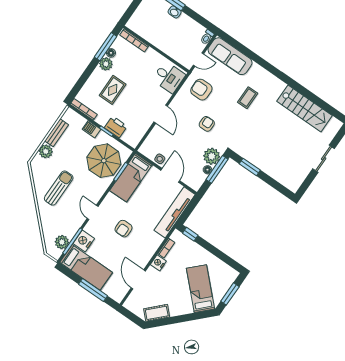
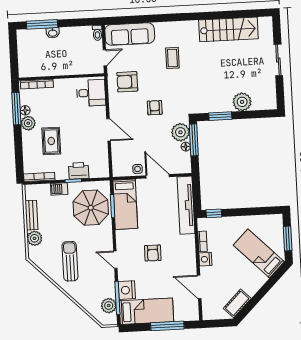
plant: (274, 169) -> (242, 102), added

